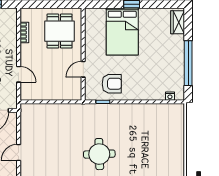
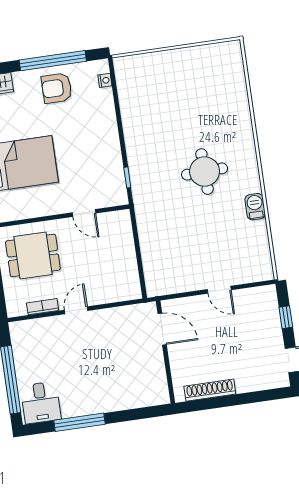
door: (19, 74) -> (76, 310), moved
armchair: (112, 84) -> (57, 88), moved, turned -90

